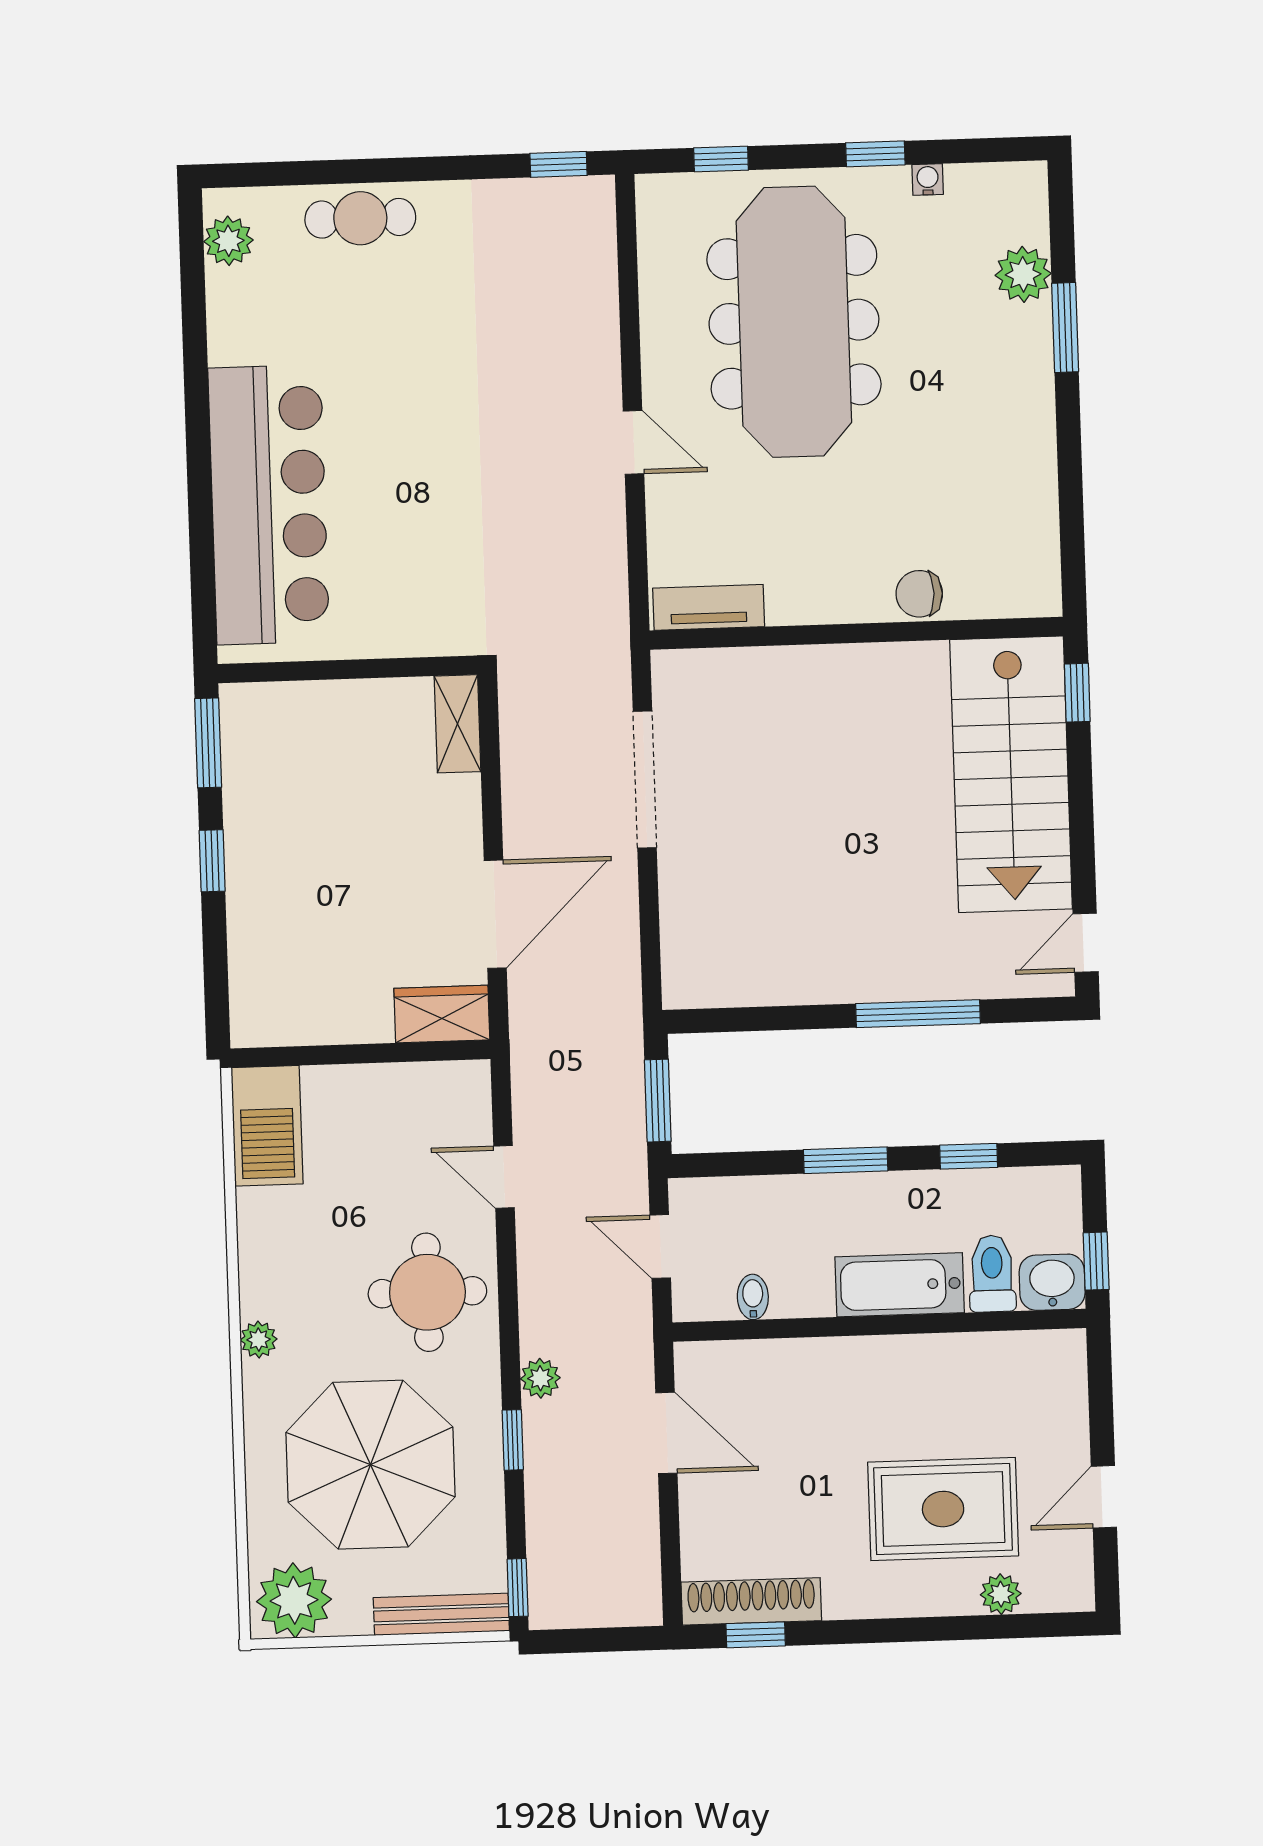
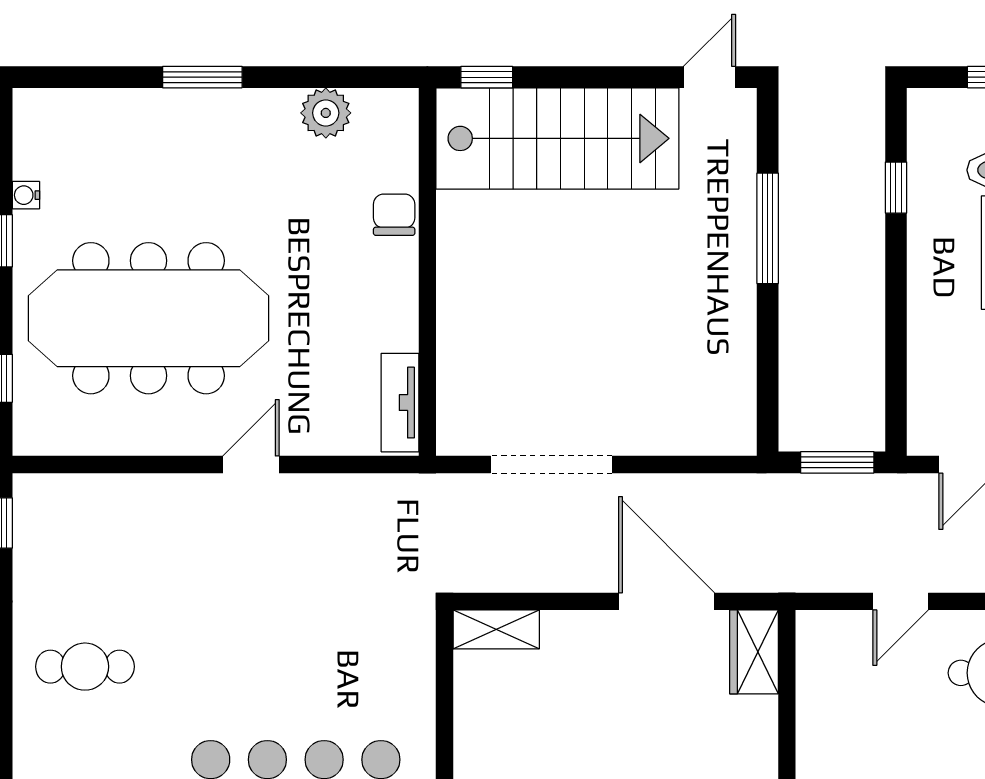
cafe table: (360, 218) -> (85, 667), moved, turned 90
plant: (1023, 274) -> (326, 113), moved
window: (1065, 328) -> (202, 77), moved
chair: (919, 594) -> (394, 215), turned 180
door: (1086, 943) -> (709, 77), swing flipped
window: (846, 1160) -> (896, 297), removed

